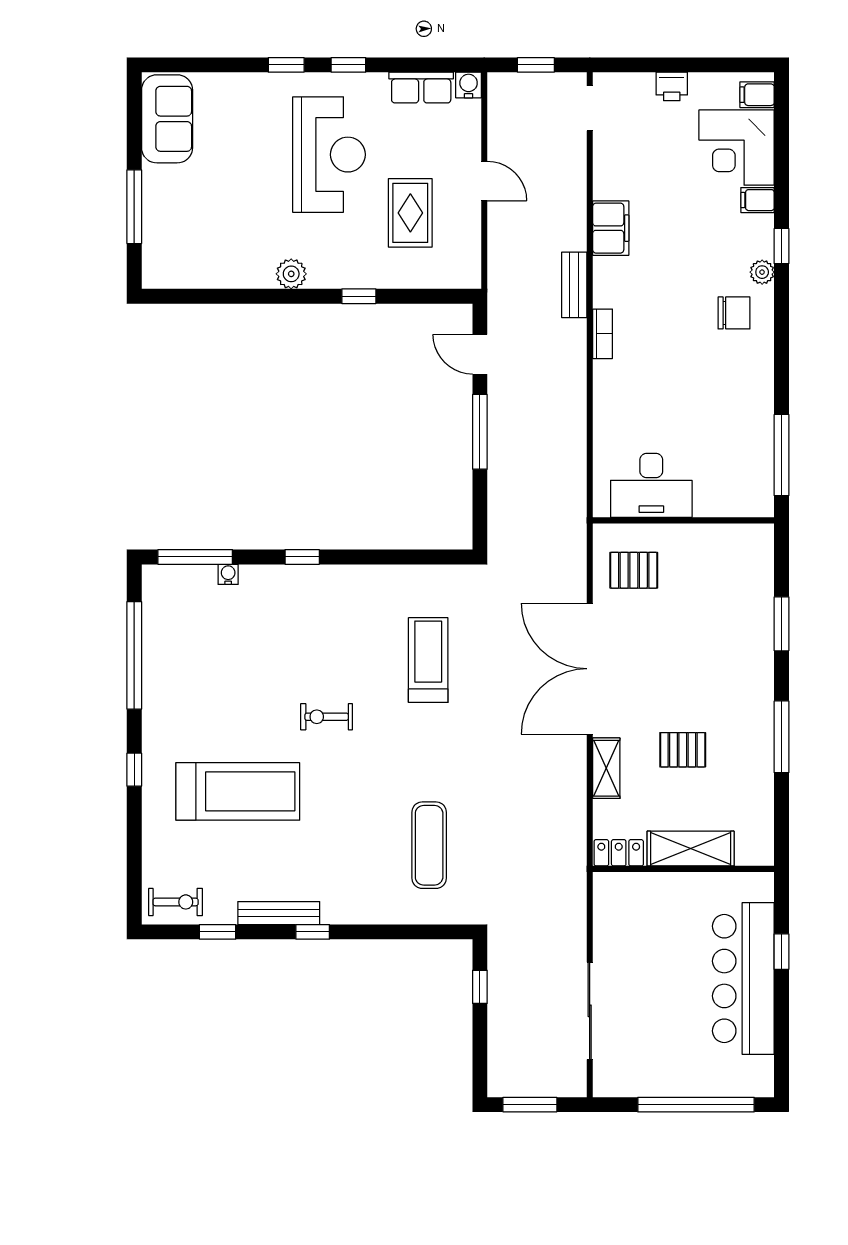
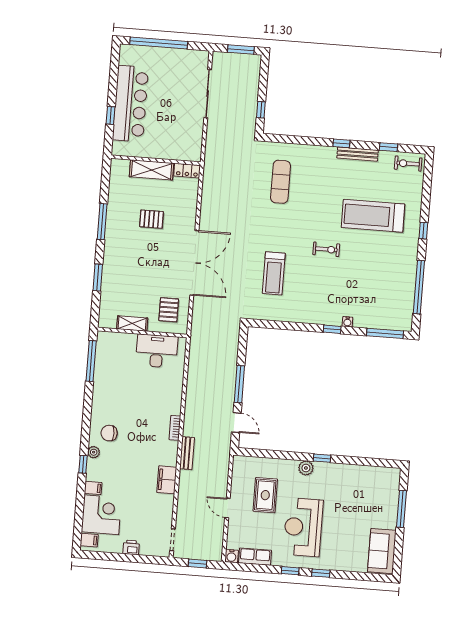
plant: (291, 274) -> (306, 468), moved
window: (359, 296) -> (322, 458), moved
pallet: (634, 570) -> (169, 310), turned 90
water cooler: (228, 574) -> (347, 322), moved
shelving: (606, 768) -> (132, 323), moved, turned 90

